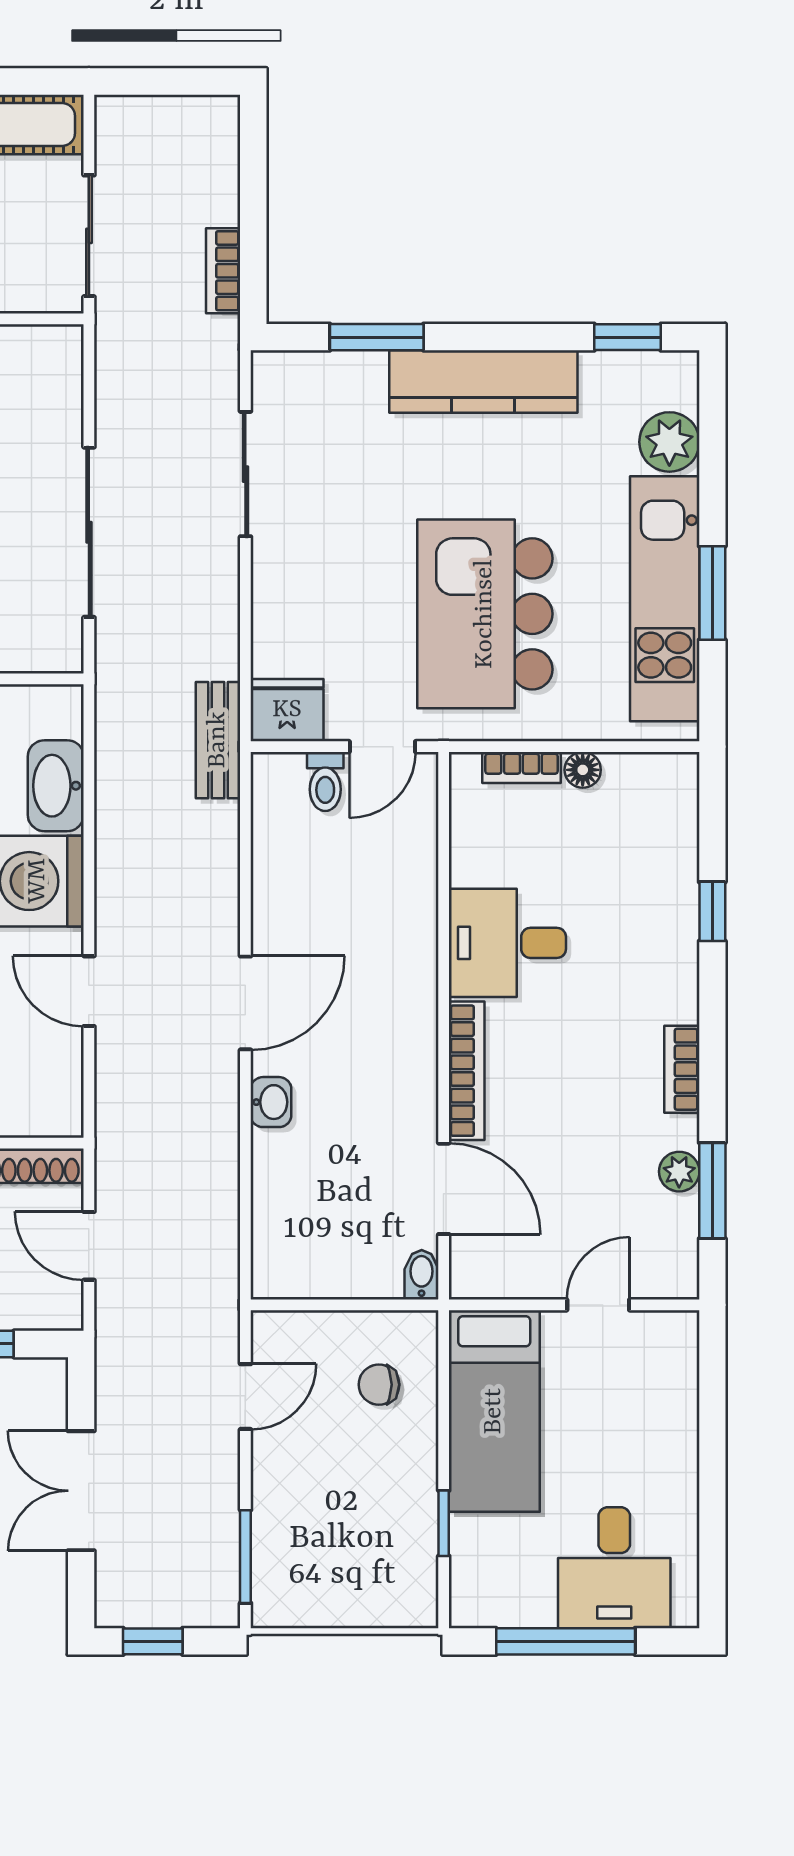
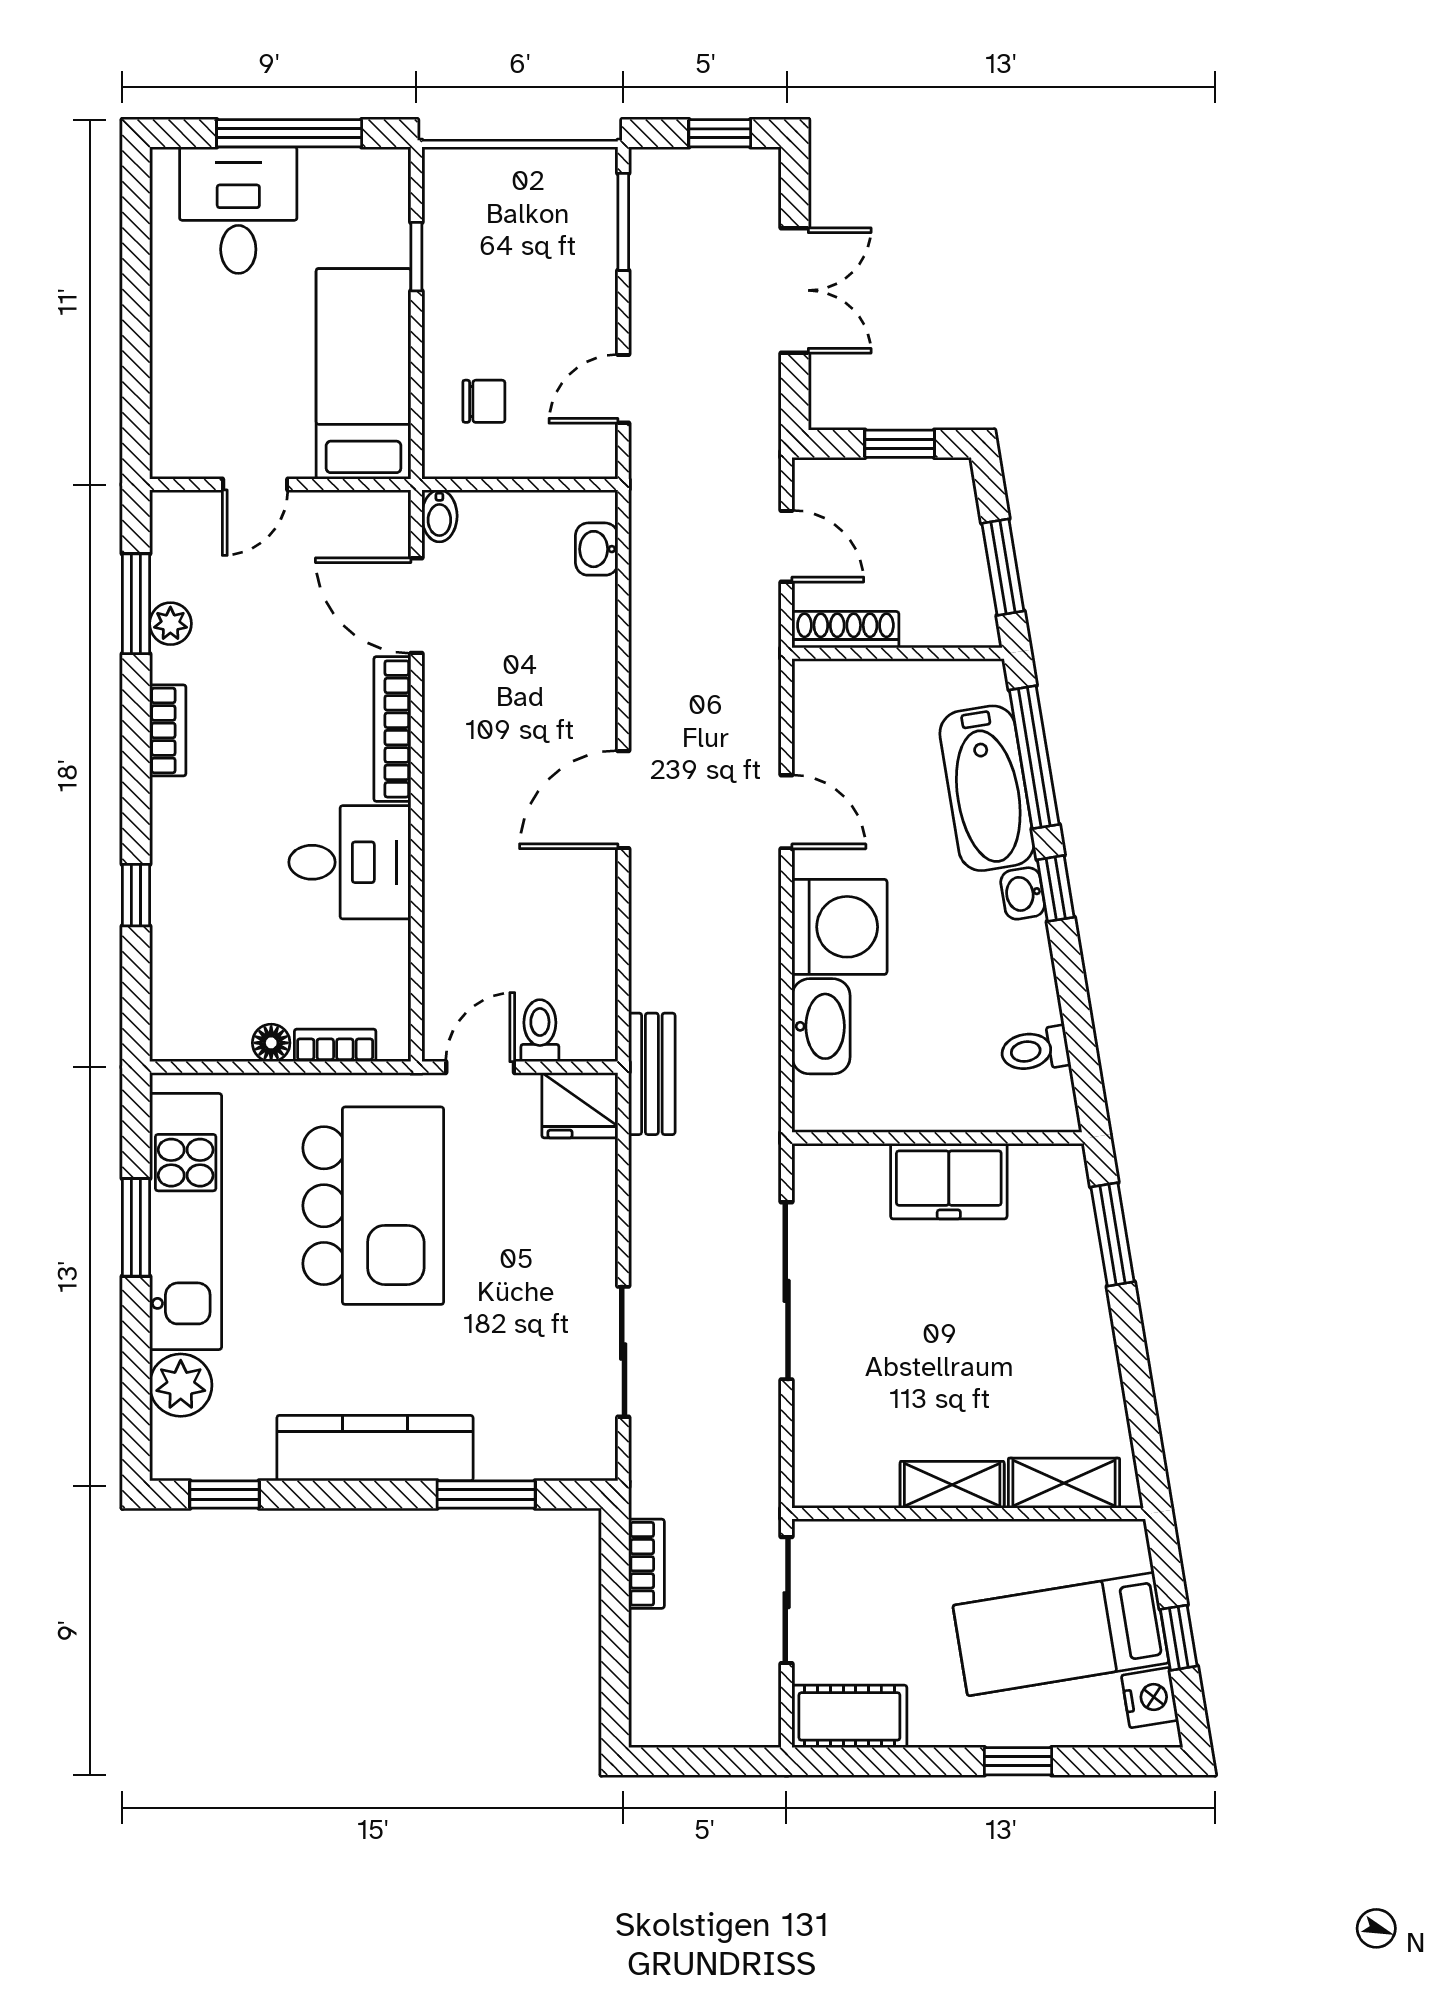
washbasin: (271, 1102) -> (597, 549), moved

